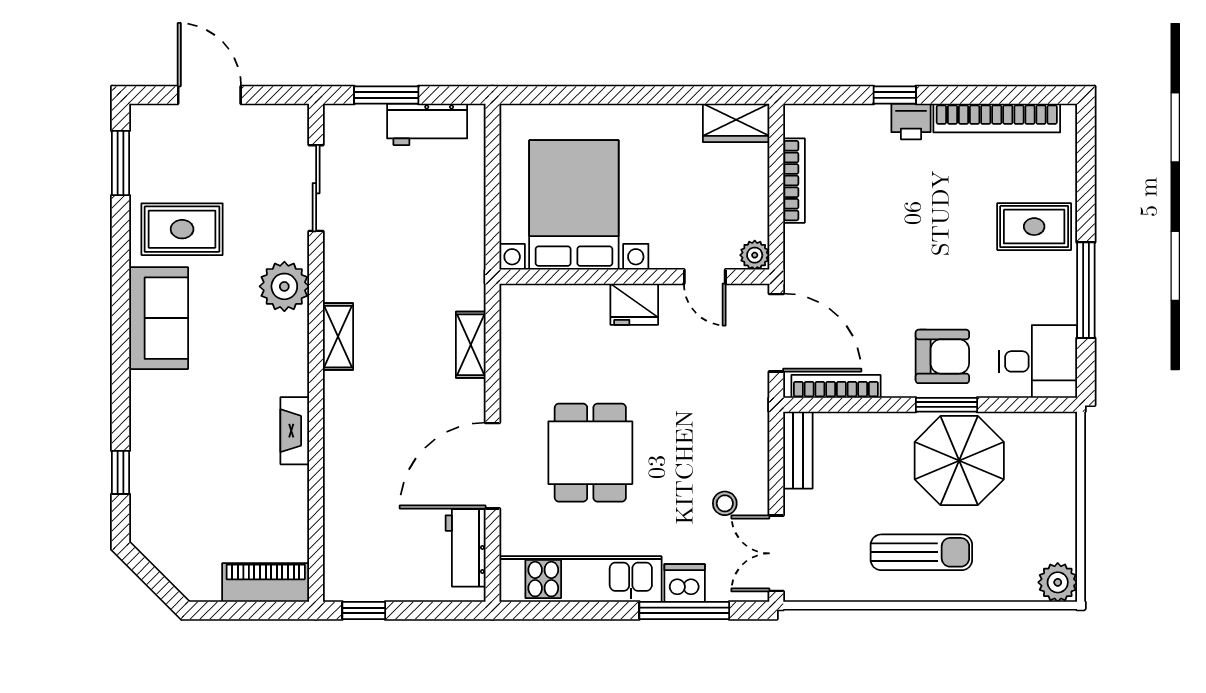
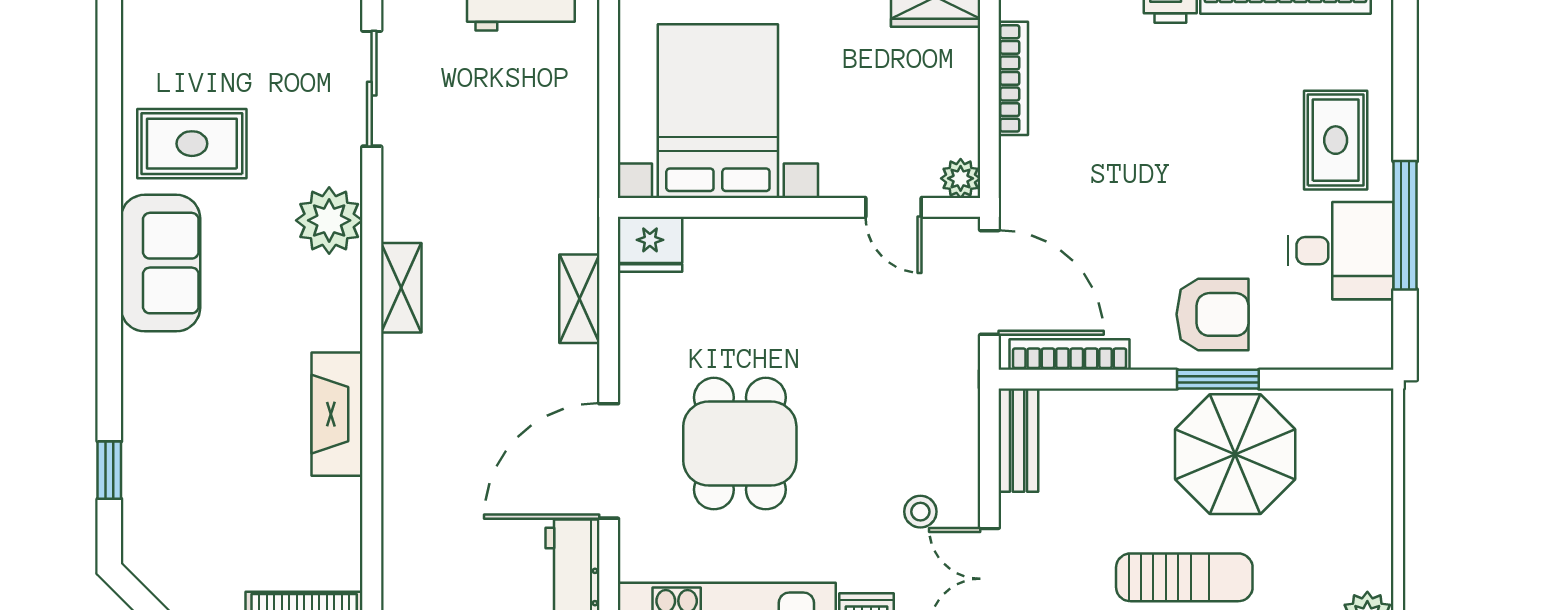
window: (121, 163) -> (109, 55), removed
rug: (1034, 227) -> (1336, 140), turned 90
fridge: (634, 304) -> (650, 244), moved
desk: (1038, 361) -> (1341, 251), moved
fireplace: (295, 431) -> (337, 414), width x1.37, depth x1.32

